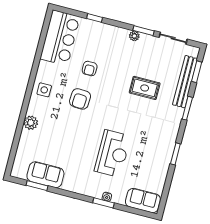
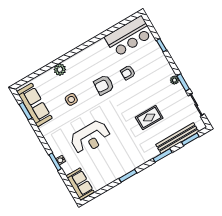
rug: (145, 88) -> (149, 118), turned 90
side table: (44, 90) -> (71, 99), moved
sofa: (45, 175) -> (34, 105), width x1.36

